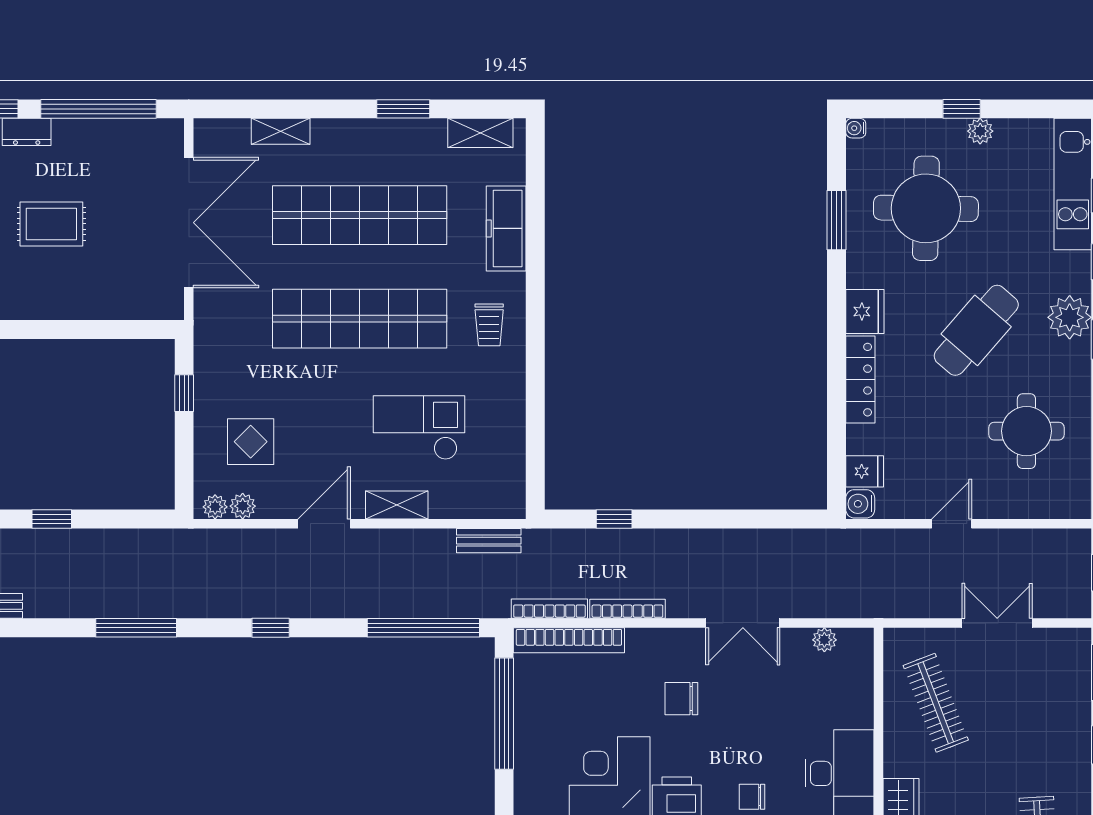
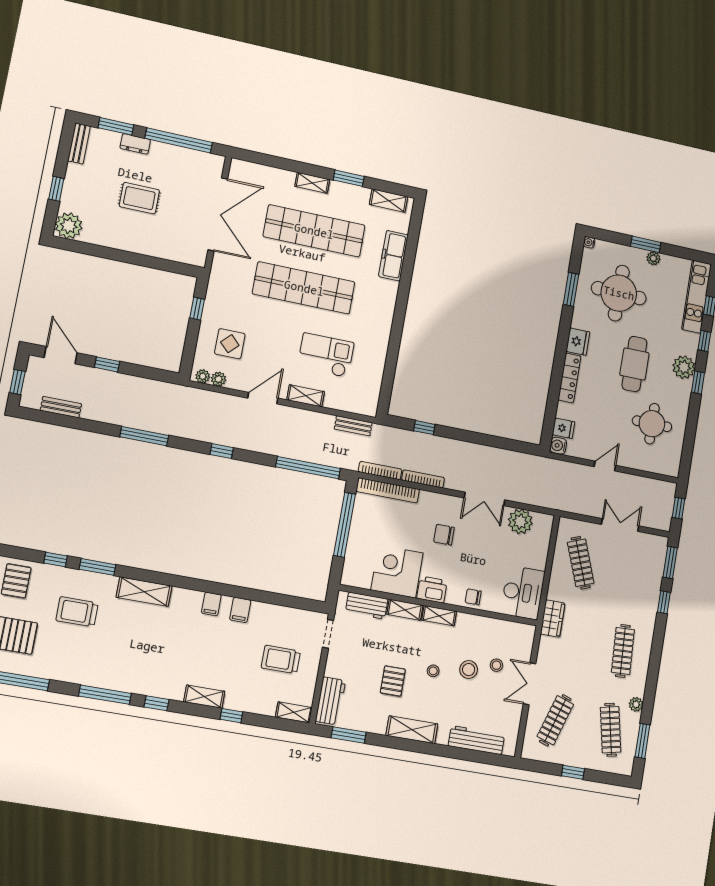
window: (962, 109) -> (646, 244), width x1.50
shelving: (281, 131) -> (312, 183), moved
trolley: (489, 325) -> (375, 306), removed
cafe table: (976, 330) -> (634, 364), turned -41
plant: (824, 640) -> (520, 521), width x1.88, depth x1.88

